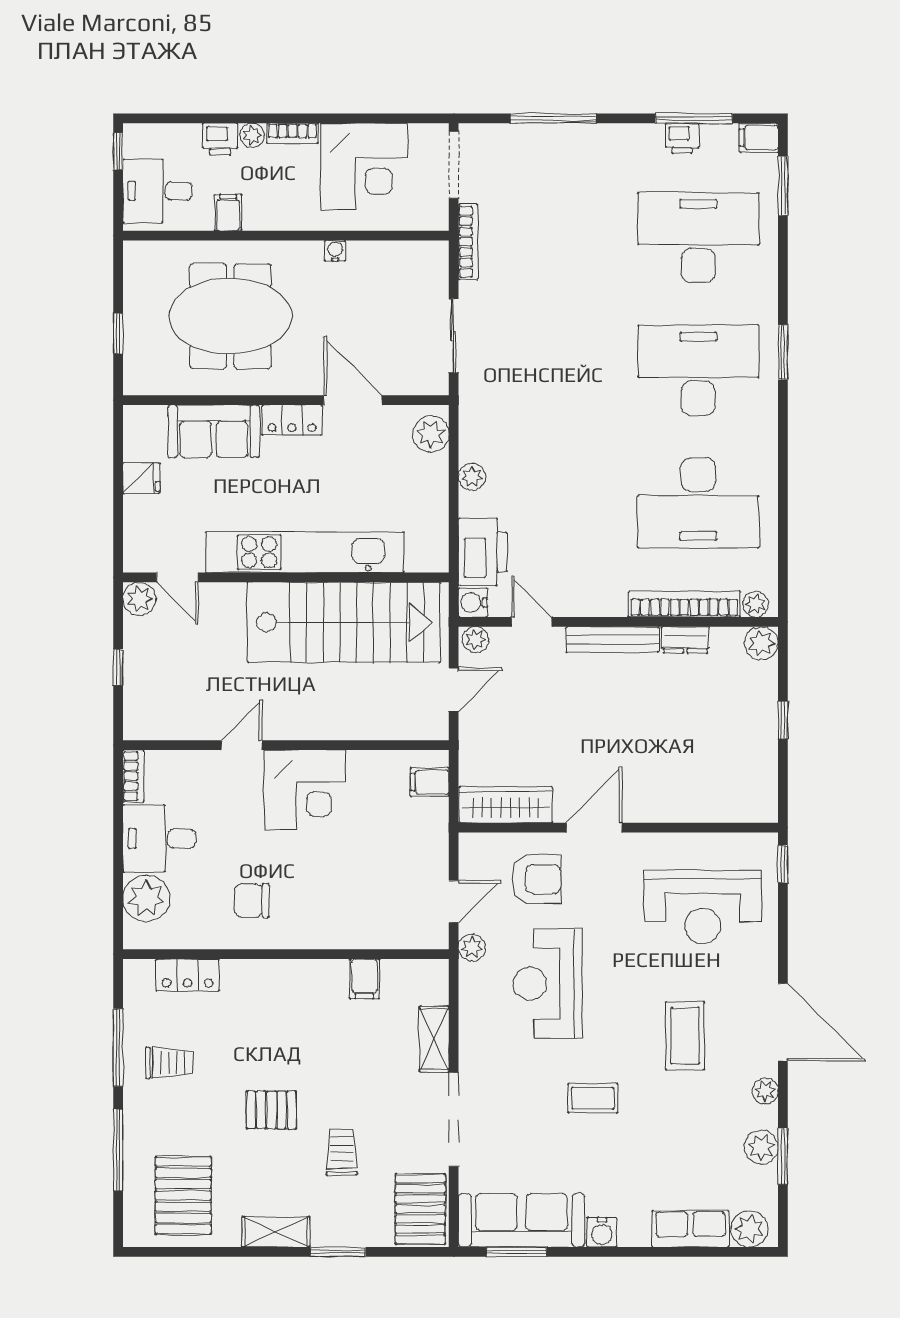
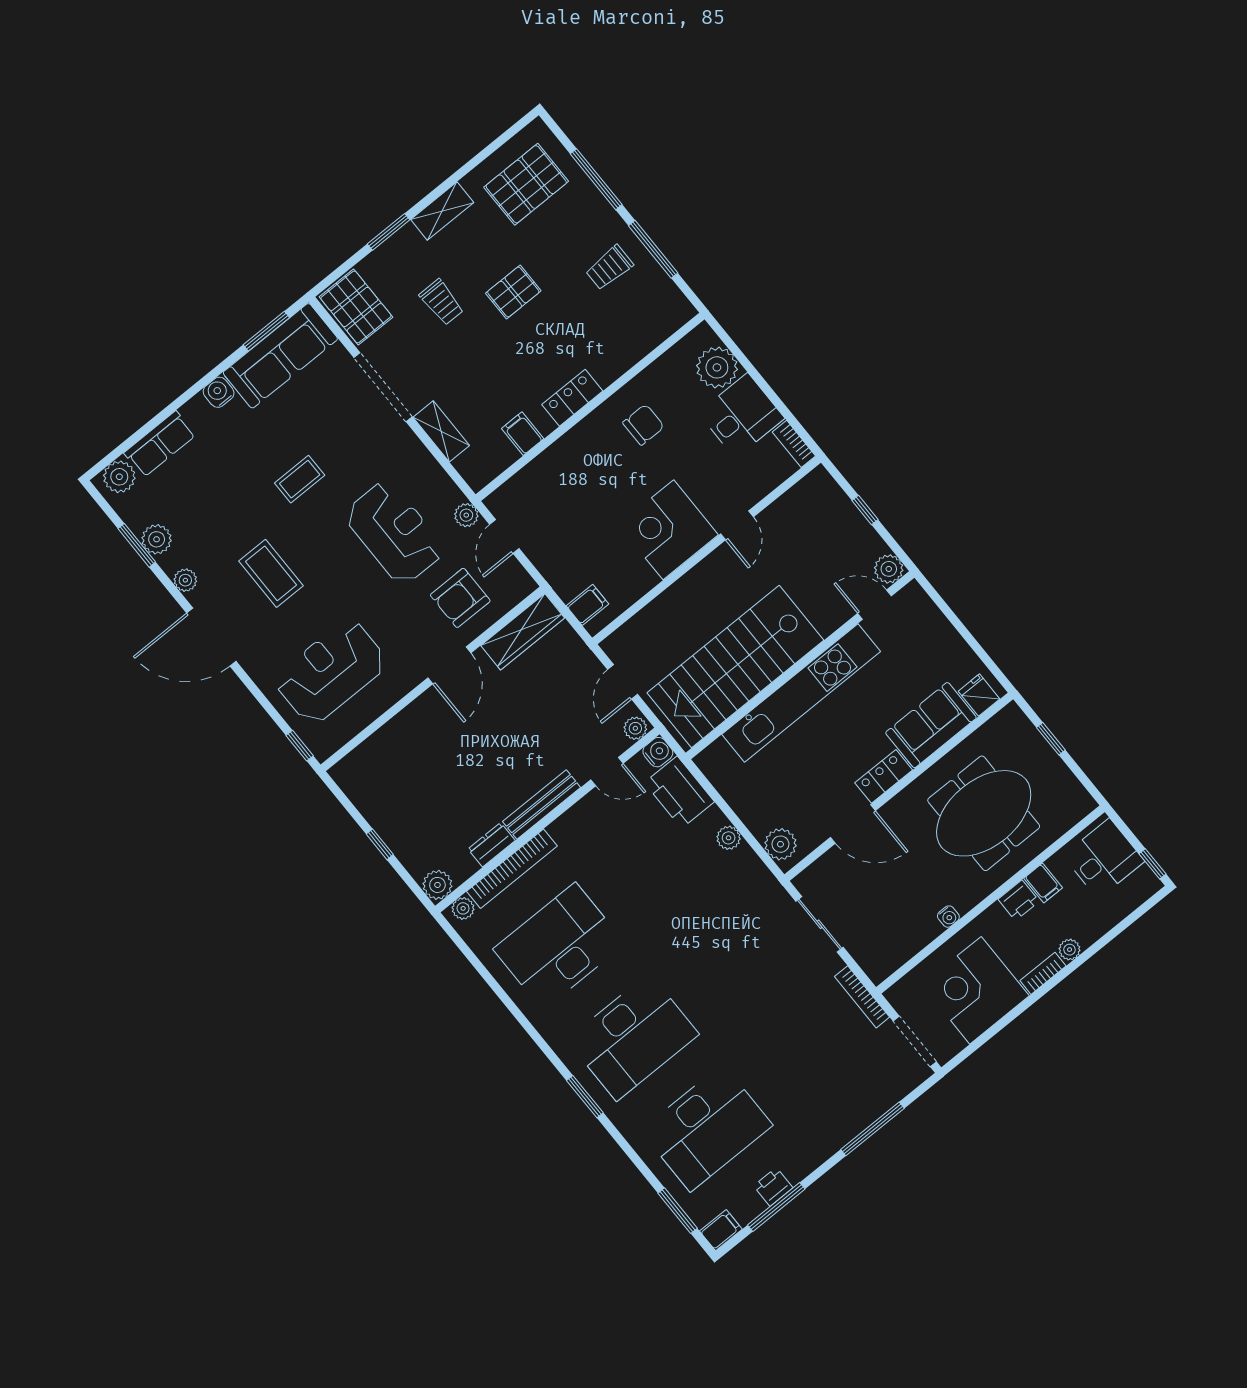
printer: (220, 139) -> (1019, 900), moved, turned 180
fridge: (141, 478) -> (979, 695), moved, turned 90
locker: (188, 975) -> (572, 398), moved
pallet: (183, 1195) -> (526, 184), turned 90

